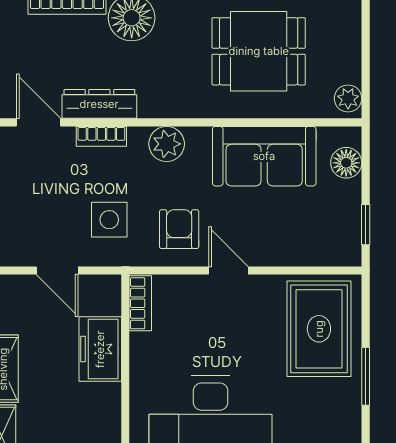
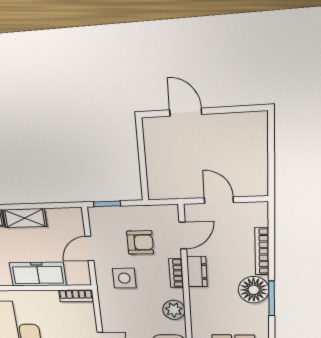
dresser: (99, 104) -> (197, 272), width x0.70
armchair: (179, 229) -> (140, 242), moved
freezer: (100, 349) -> (38, 274), width x1.40

